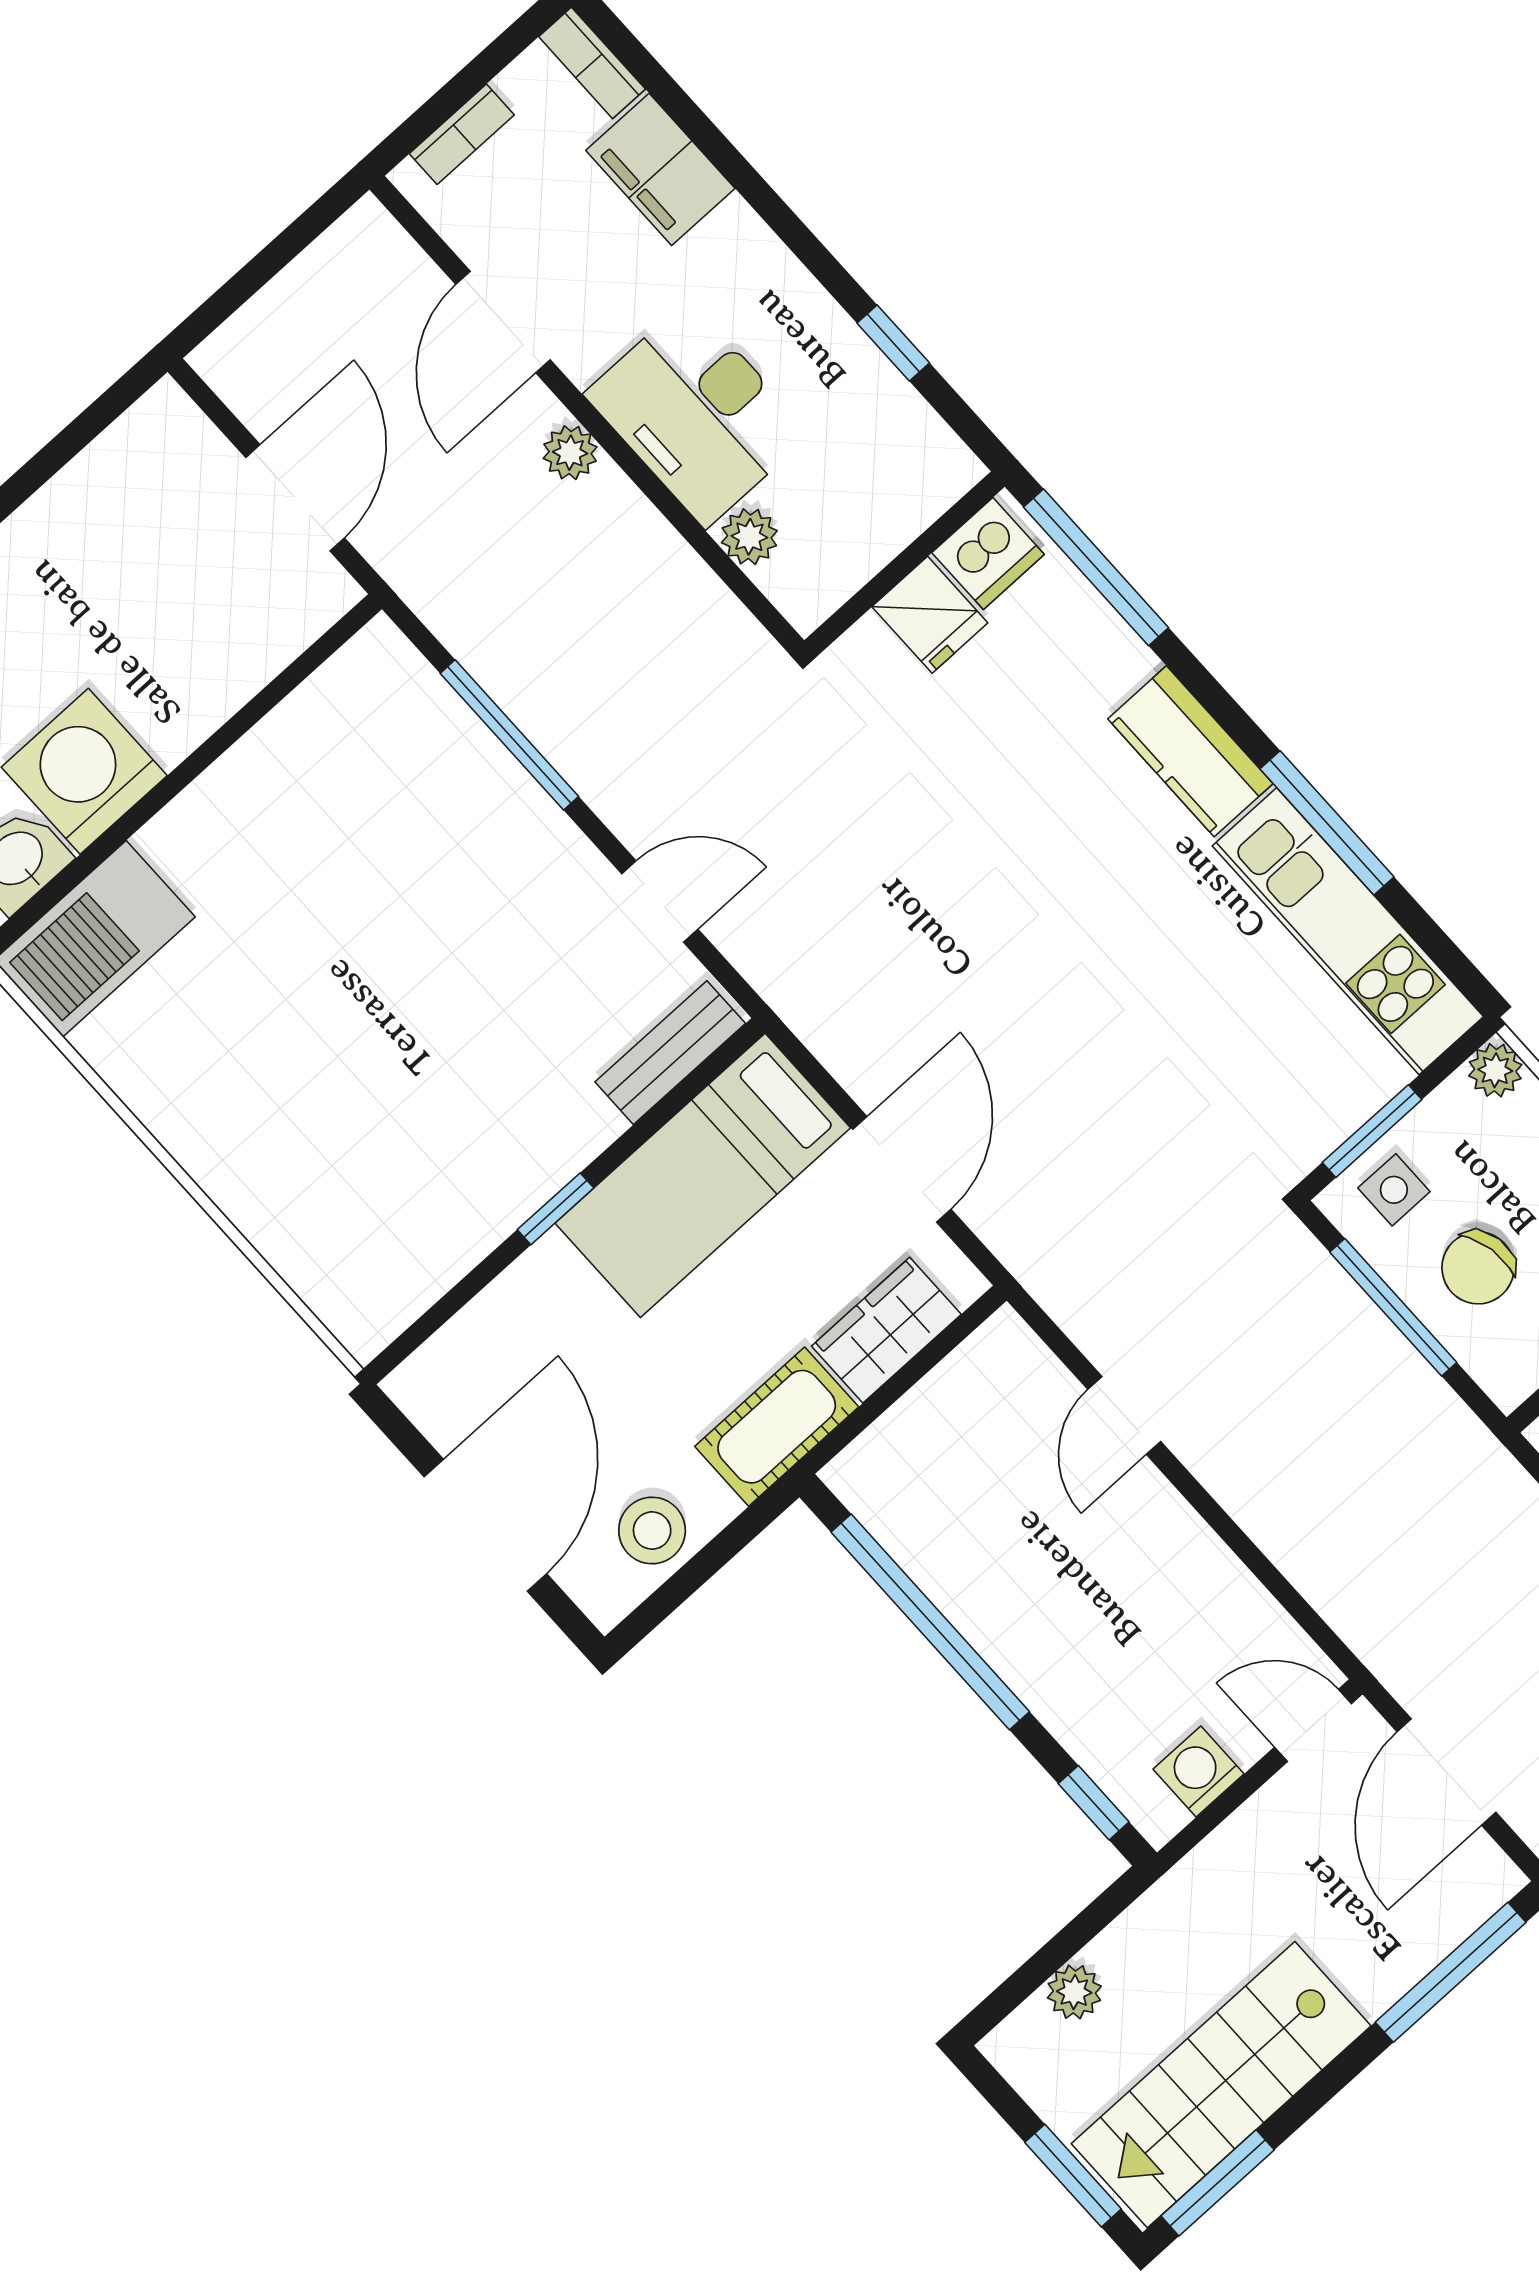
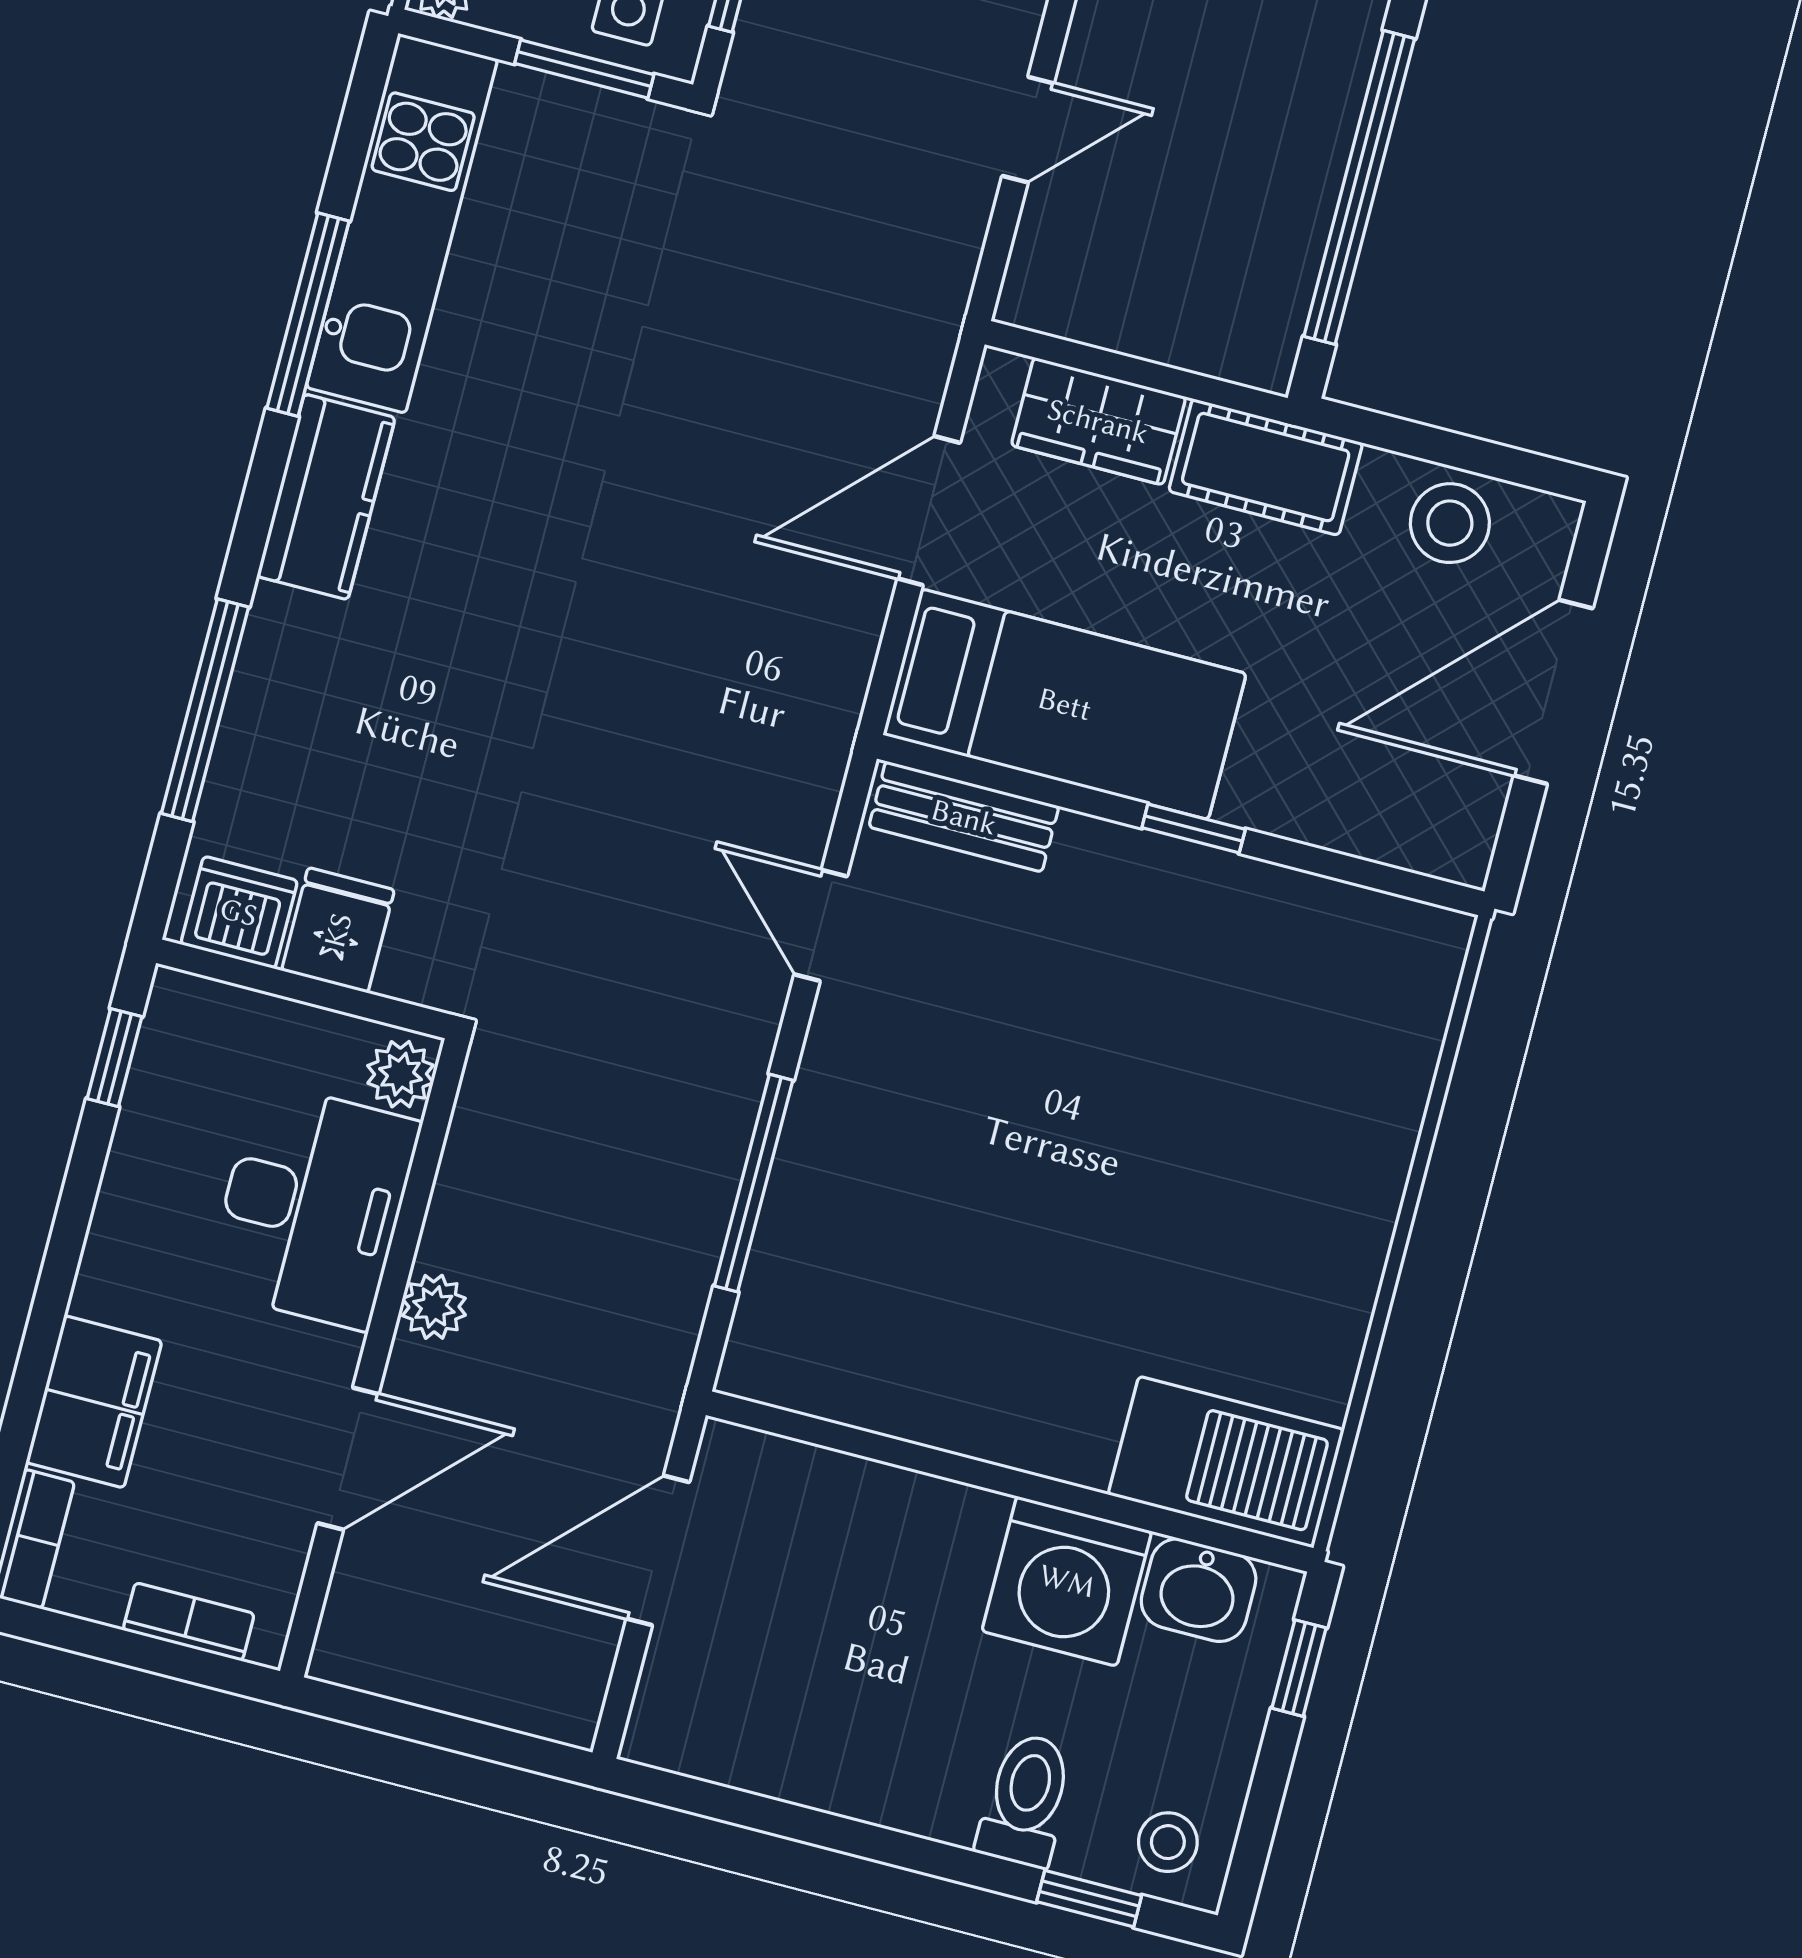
dishwasher: (988, 553) -> (239, 912), moved
wall: (904, 563) -> (303, 989), moved
fridge: (930, 615) -> (338, 930), moved

